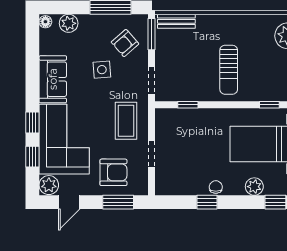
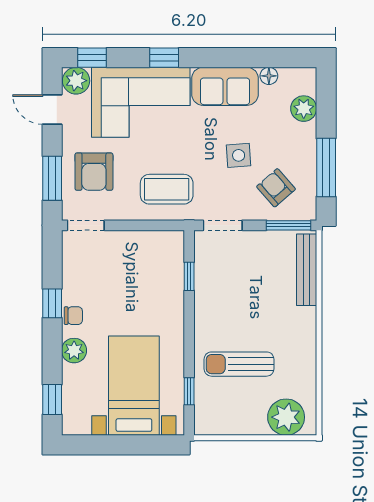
bench: (176, 21) -> (307, 270), width x1.36
floor lamp: (45, 22) -> (269, 76), moved
sun lounger: (229, 70) -> (239, 364), moved
doorway: (152, 154) -> (86, 225), moved
window: (32, 157) -> (92, 58), moved
plant: (254, 187) -> (74, 351), moved

